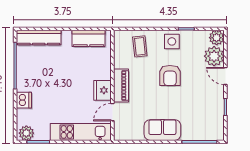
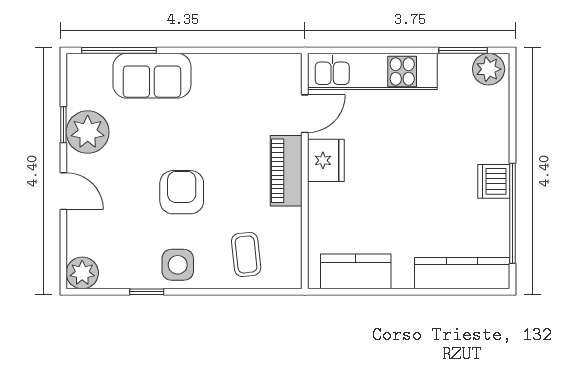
plant: (214, 56) -> (88, 132), moved
dishwasher: (24, 100) -> (494, 181), moved
sofa: (162, 130) -> (152, 76), moved

